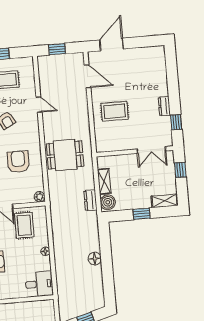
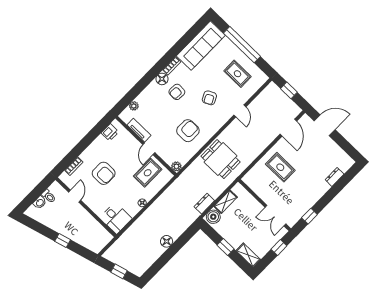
dresser: (164, 106) -> (335, 177), moved

